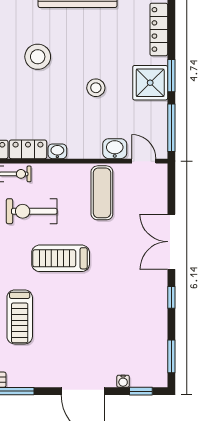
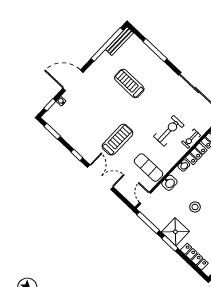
washbasin: (115, 149) -> (169, 183), moved
door: (144, 161) -> (145, 198), swing flipped
treadmill: (61, 258) -> (117, 140), moved

